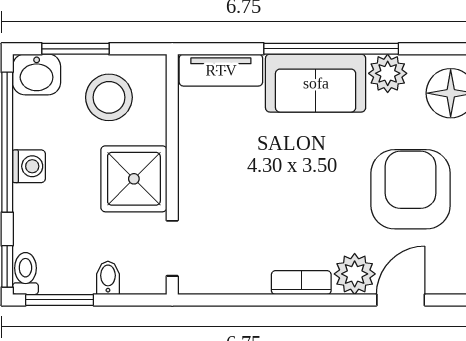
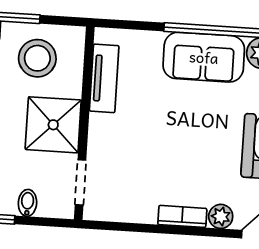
tv unit: (221, 70) -> (104, 78), moved, turned -90
plant: (355, 274) -> (221, 216), width x0.73, depth x0.73

